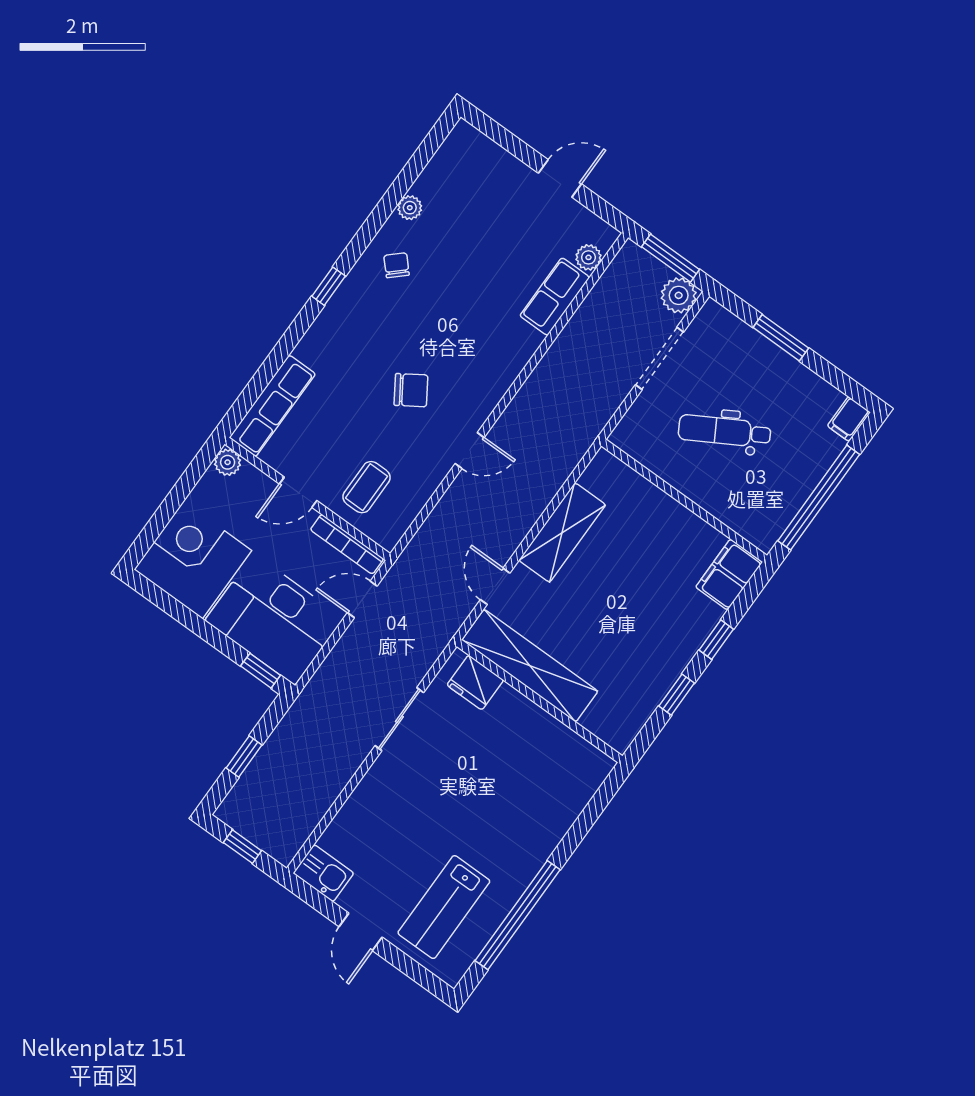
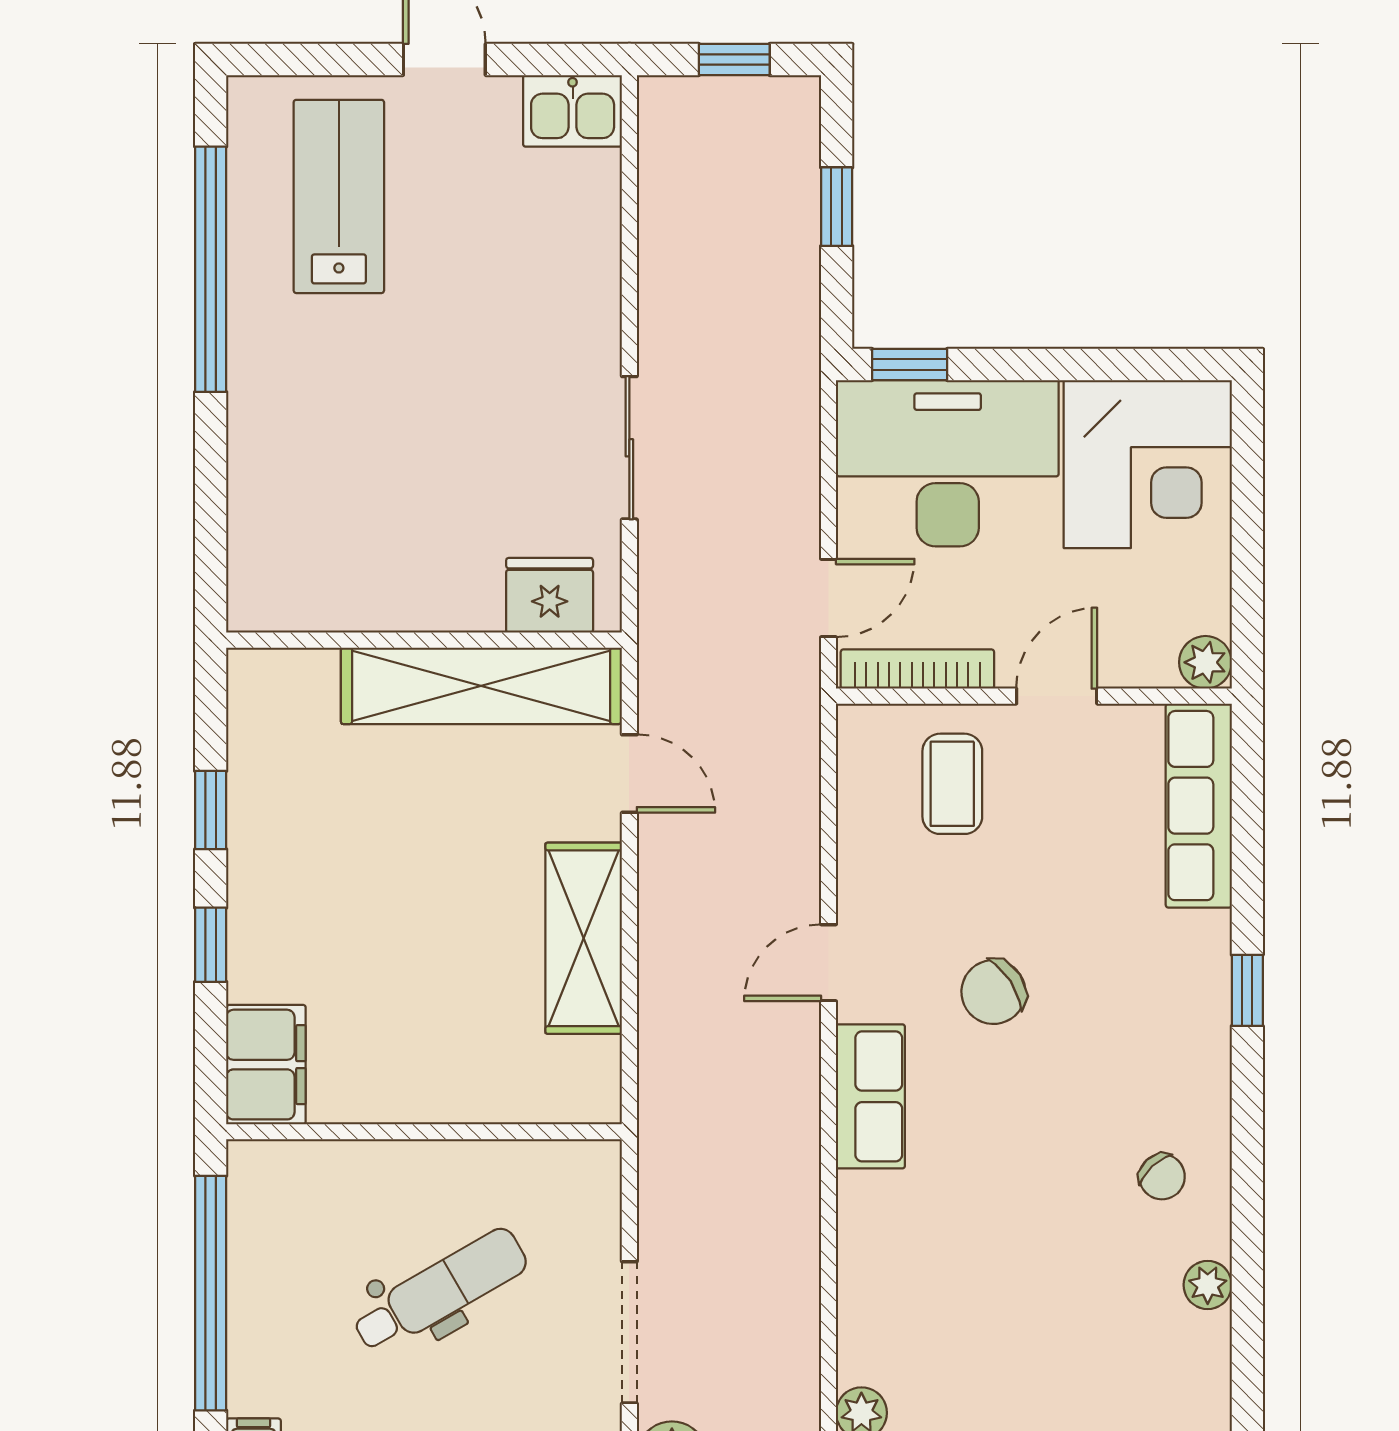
window: (329, 286) -> (1247, 990), moved
row of seats: (555, 297) -> (870, 1096), moved

